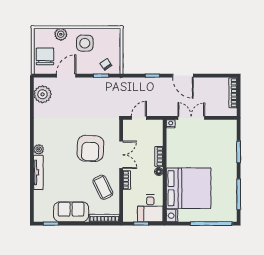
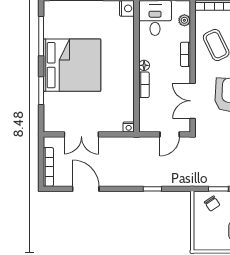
door: (183, 76) -> (86, 189), moved
double door: (191, 118) -> (81, 134), moved
double door: (121, 155) -> (193, 101), moved
bed: (189, 188) -> (72, 65), moved, turned 180
plant: (127, 206) -> (184, 20), added

